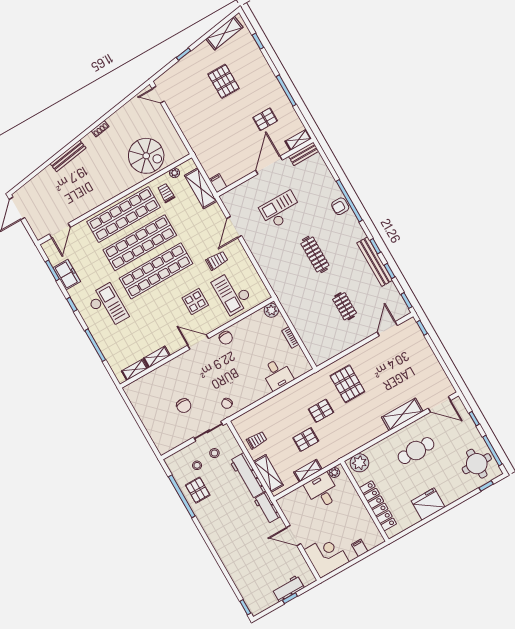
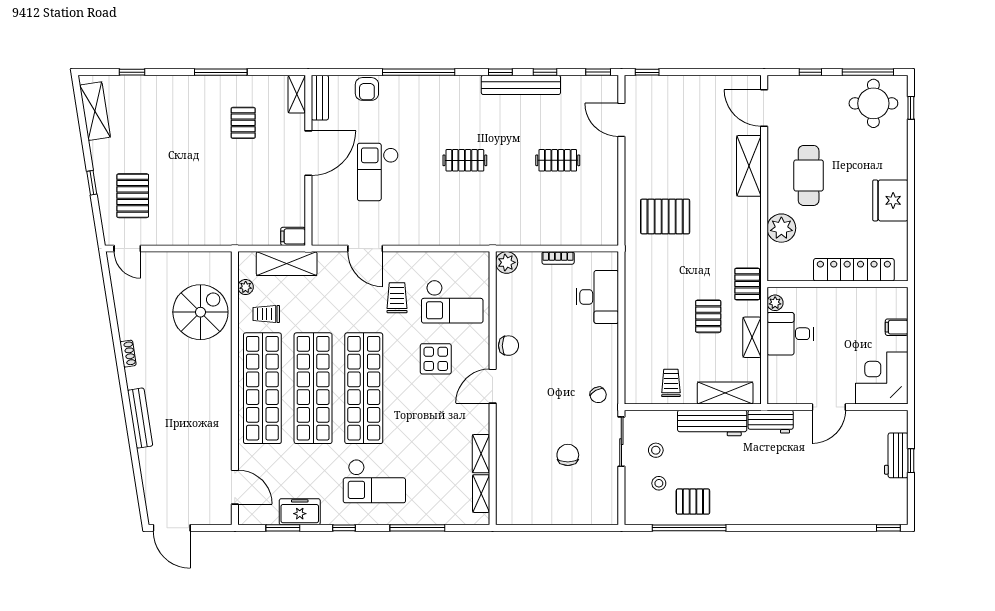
pallet: (223, 81) -> (133, 196), moved, turned 90
door: (158, 95) -> (127, 249), hinge flipped
door: (269, 165) -> (308, 153), swing flipped
armchair: (340, 206) -> (367, 89), moved
clothes rail: (315, 254) -> (465, 160), width x0.73
checkout: (108, 306) -> (374, 481), turned 180
desk: (277, 374) -> (598, 297), width x1.37
door: (439, 404) -> (764, 108), swing flipped
chair: (184, 406) -> (568, 455), turned -90
pallet: (321, 411) -> (747, 284), moved
plant: (359, 463) -> (781, 228), moved

